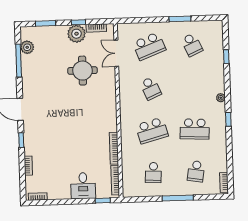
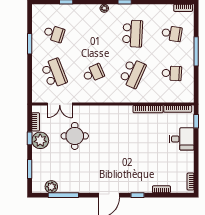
school desk: (192, 45) -> (54, 34), turned 42
school desk: (152, 130) -> (133, 73), turned 39

